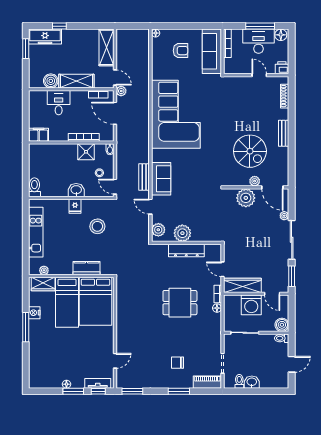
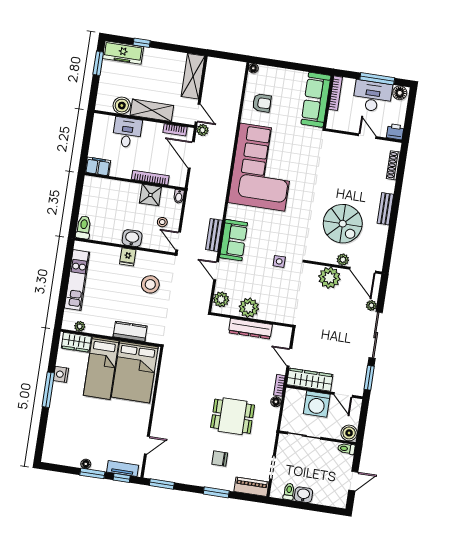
armchair: (181, 51) -> (262, 103), moved
side table: (202, 191) -> (279, 261), added
dining table: (180, 303) -> (233, 416), moved

